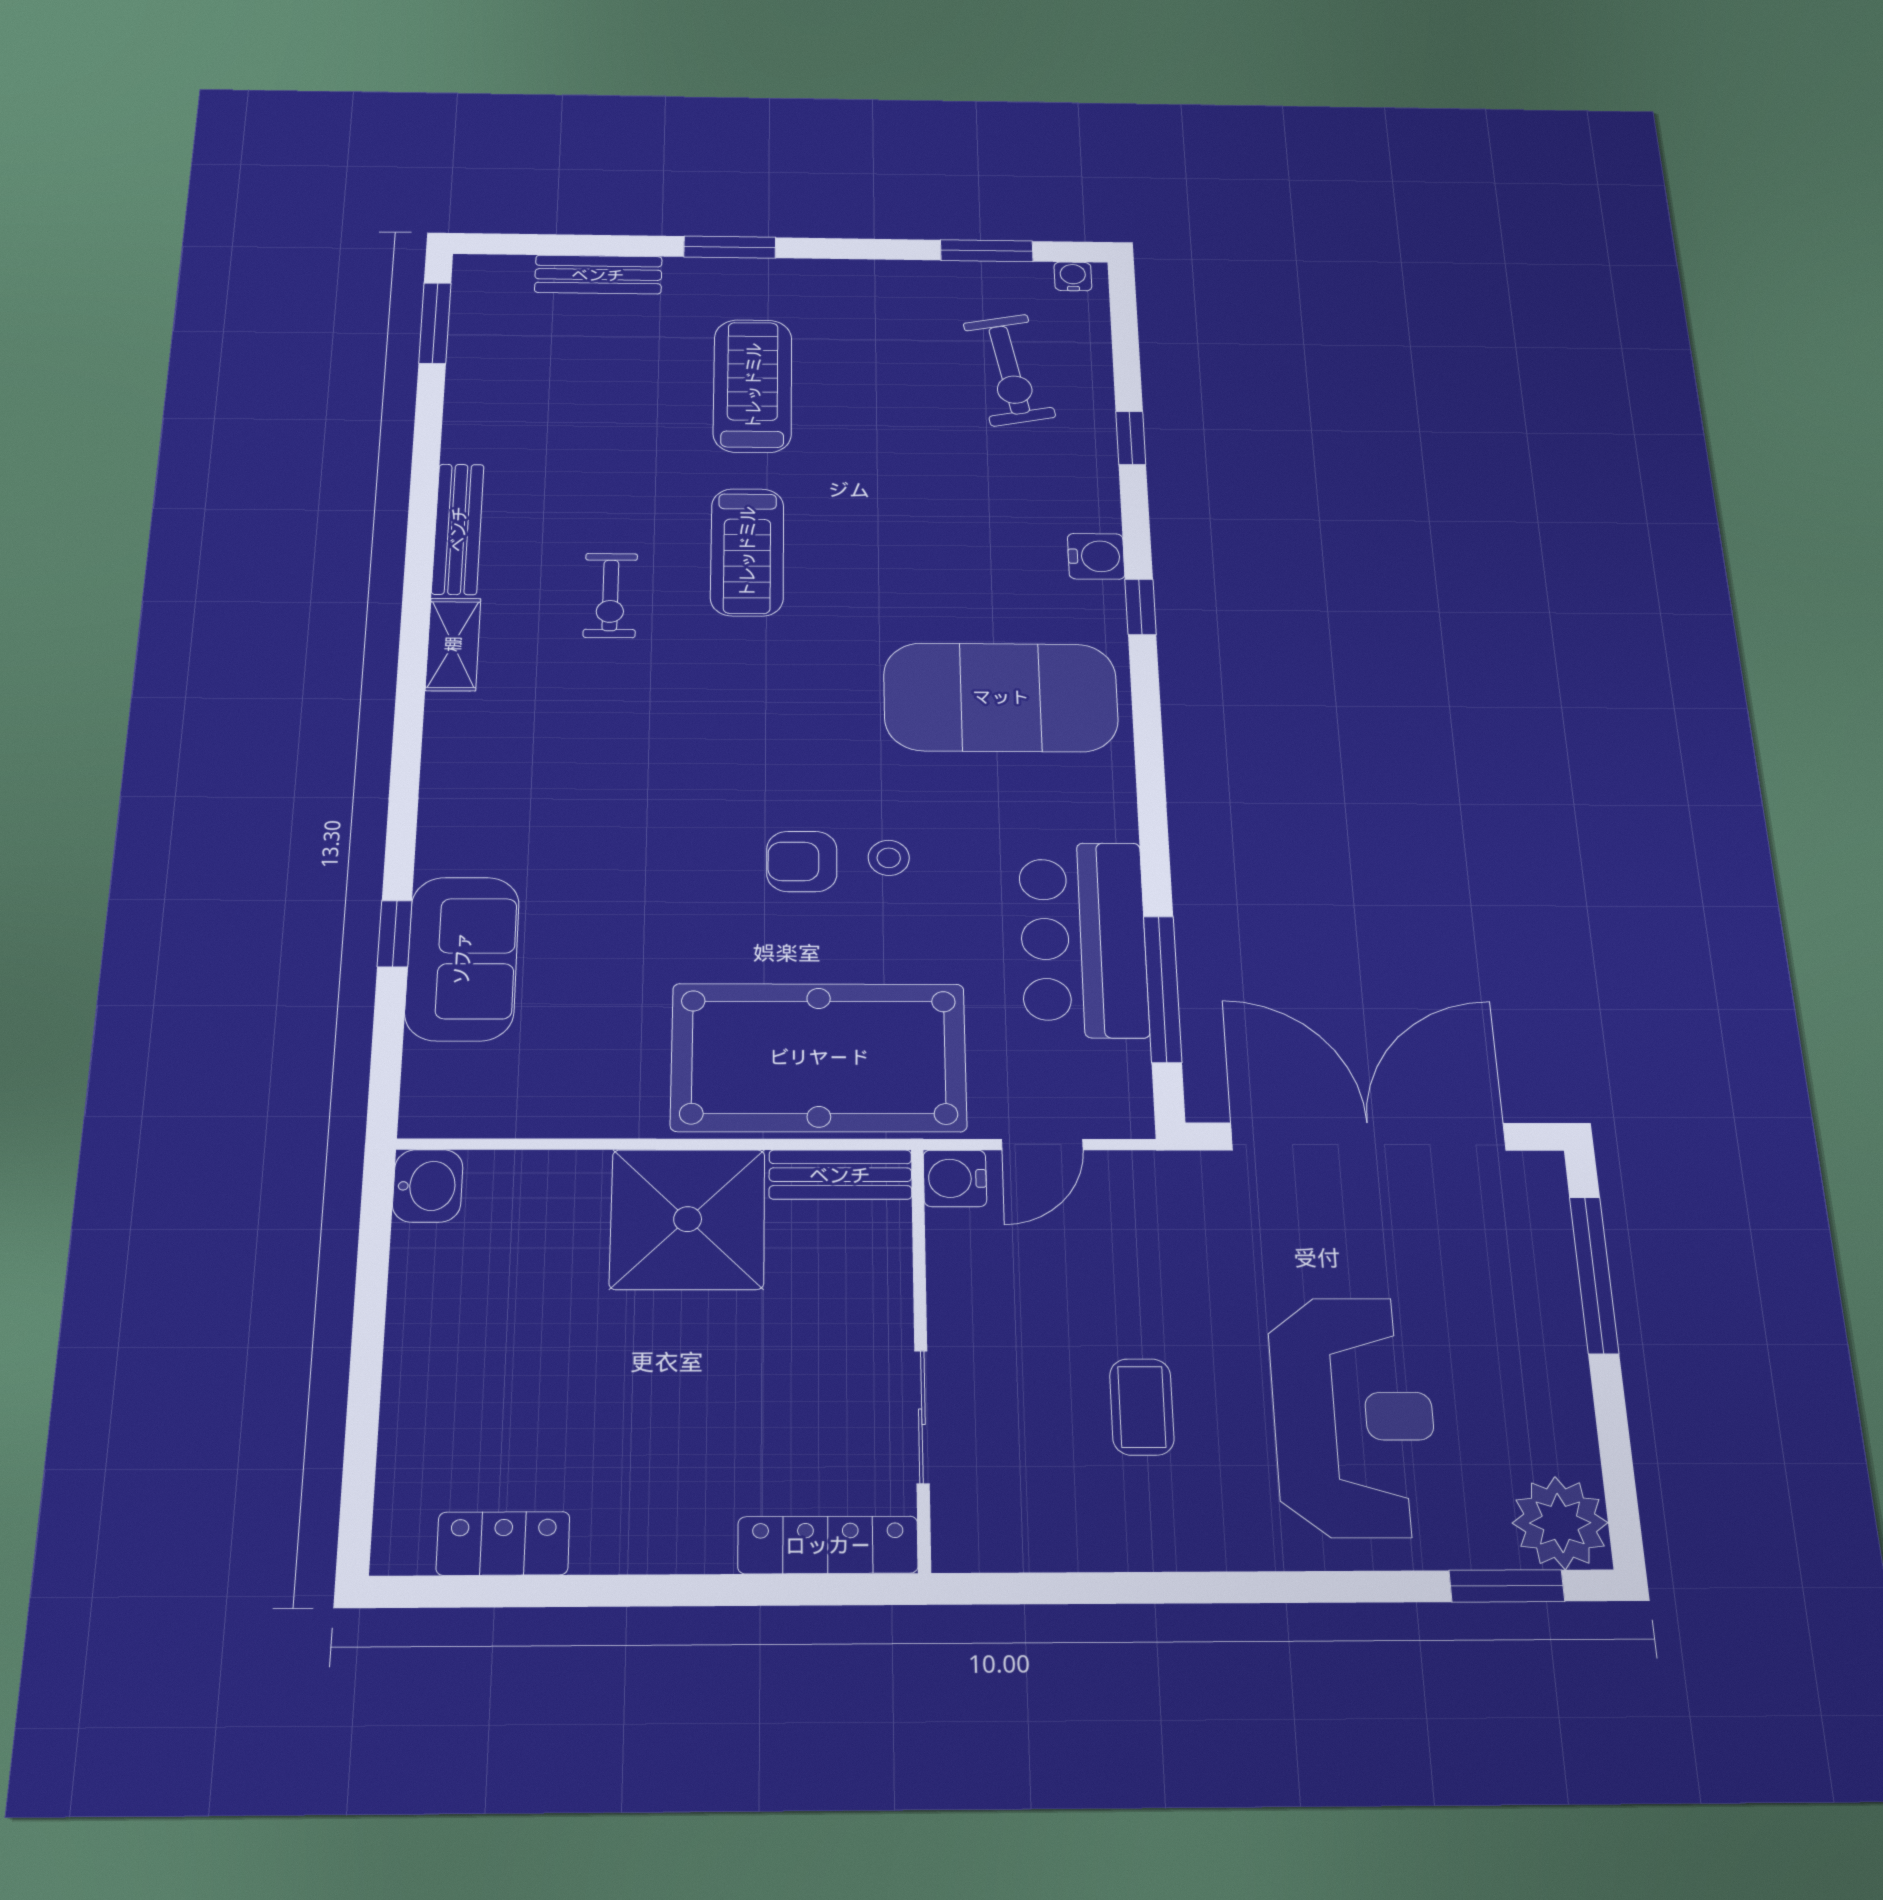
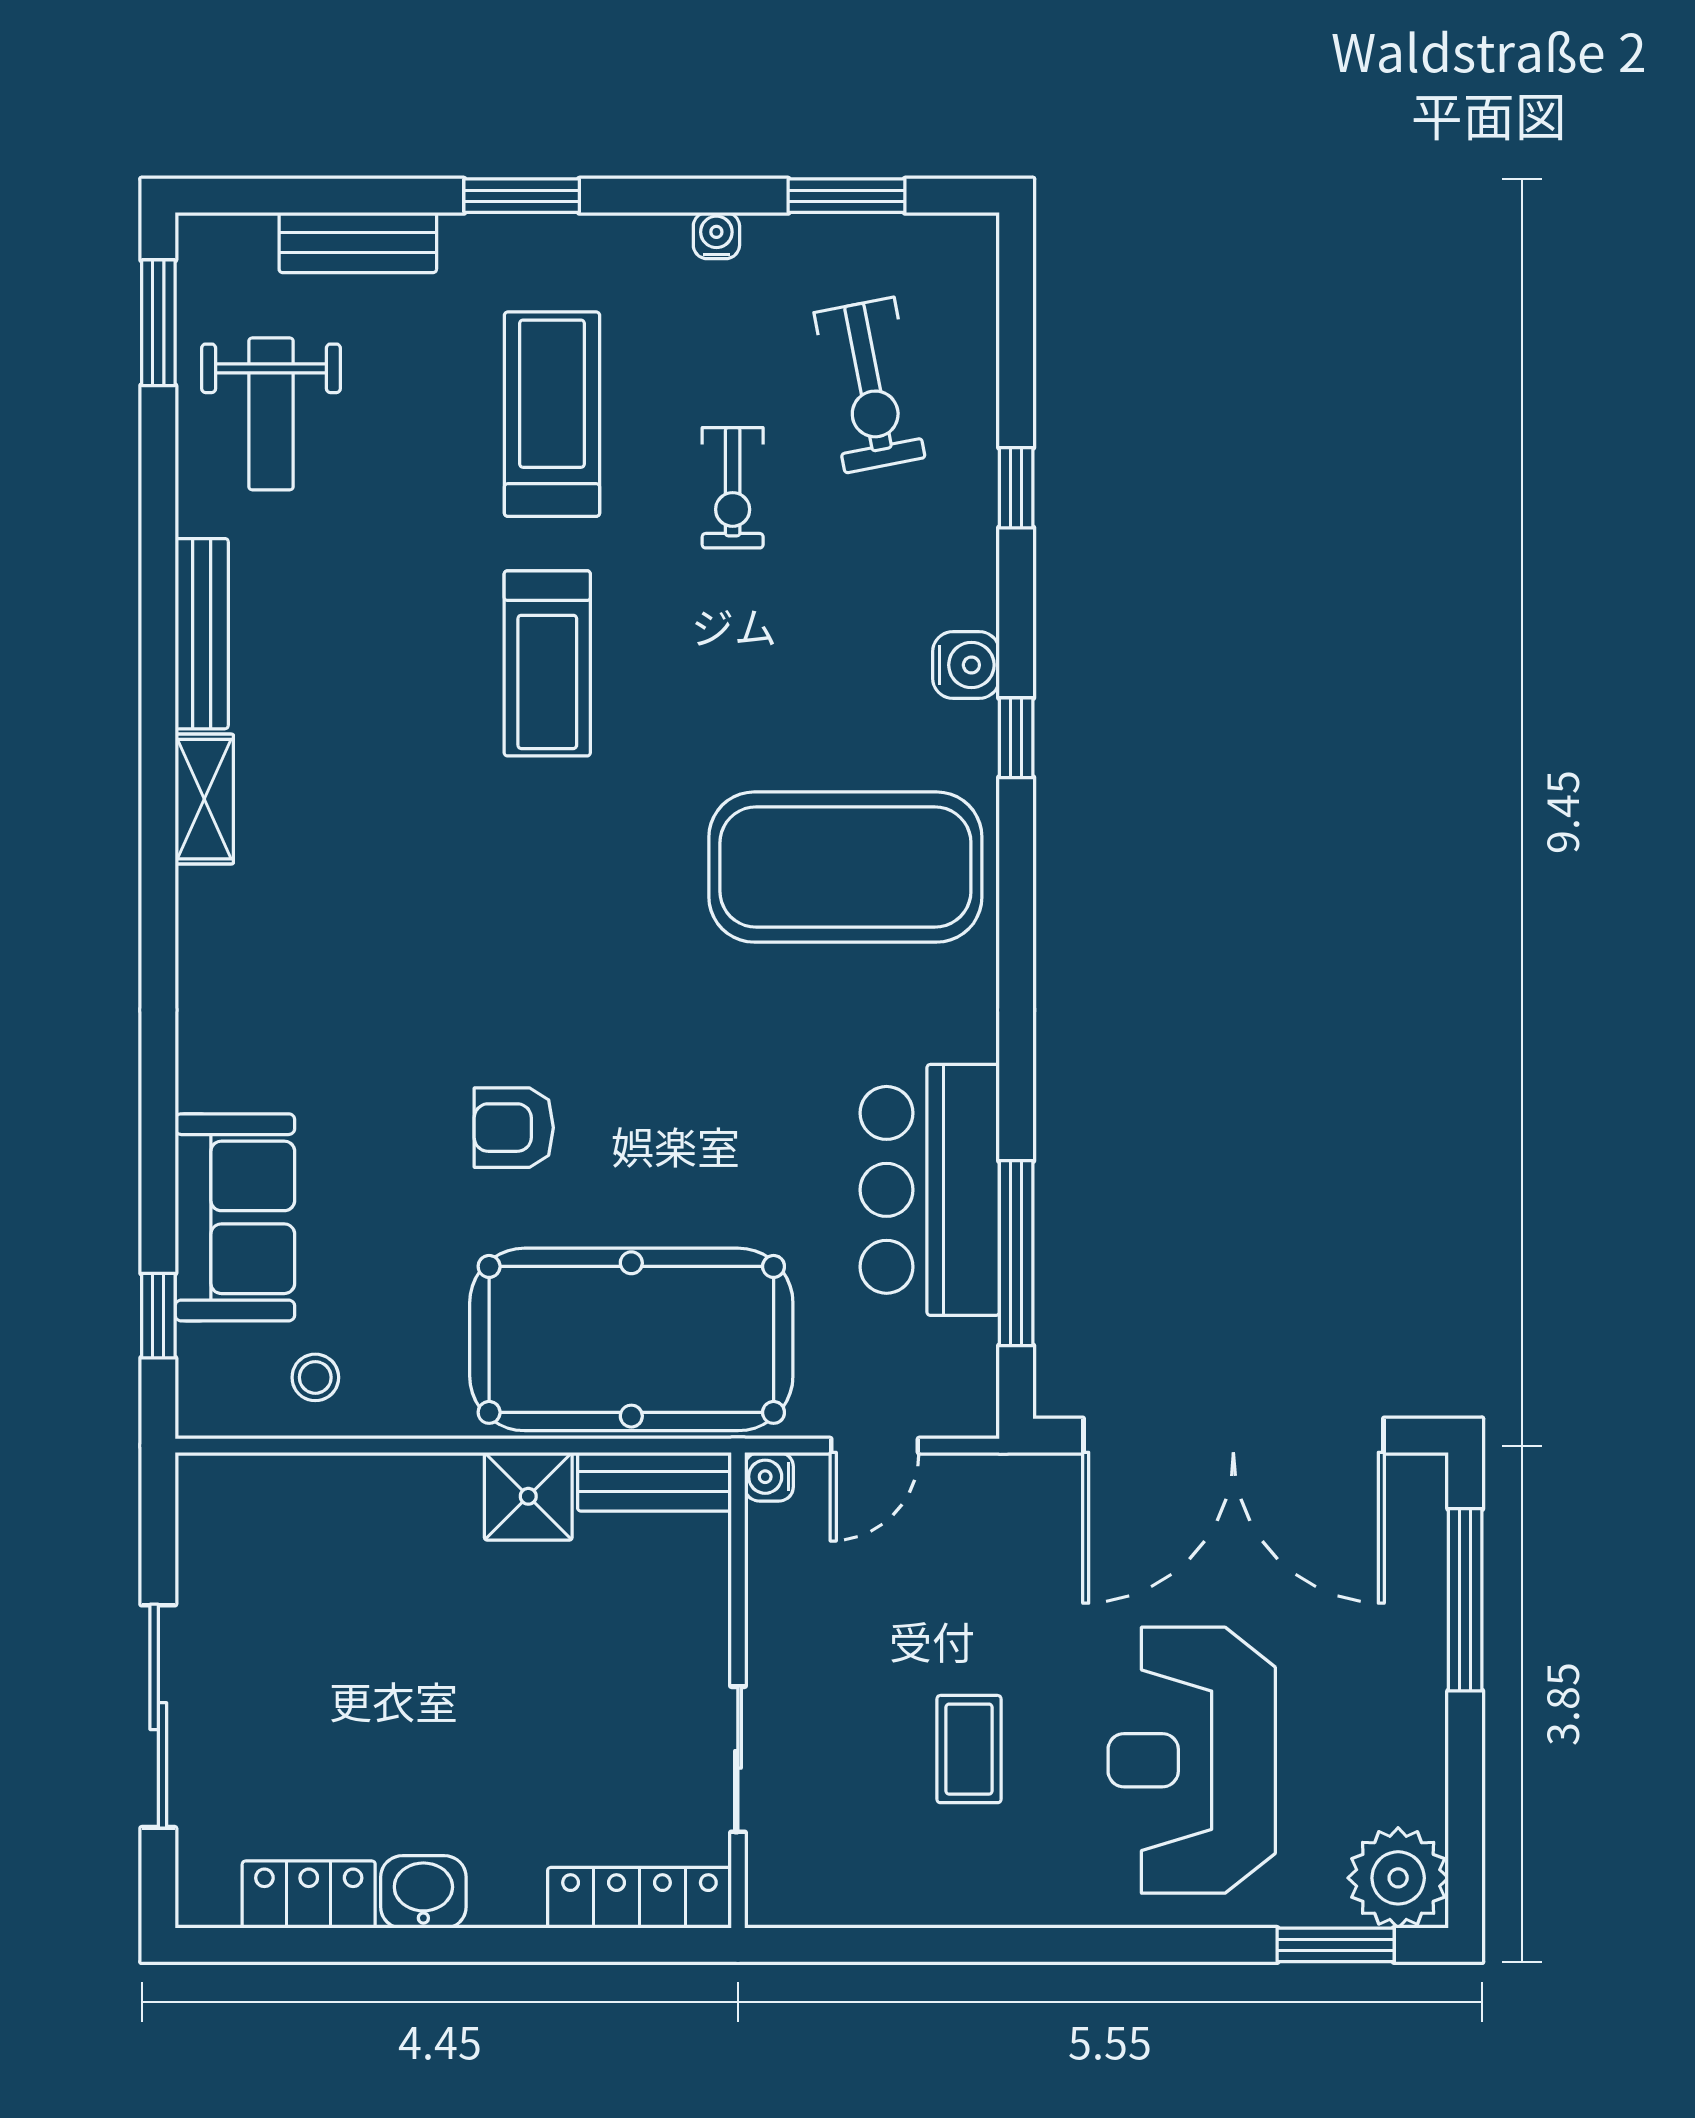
water cooler: (1073, 276) -> (716, 236), moved
weight bench: (523, 383) -> (271, 414), added
exercise bike: (610, 595) -> (733, 488), moved
stool: (889, 858) -> (315, 1377), moved
armchair: (802, 861) -> (514, 1128), moved
window: (395, 934) -> (158, 1316), moved
double door: (1368, 1137) -> (1233, 1436), swing flipped
water cooler: (955, 1178) -> (769, 1477), width x0.72, depth x0.72
washbasin: (428, 1186) -> (423, 1892), moved, turned -90
shower: (688, 1219) -> (528, 1496), width x0.54, depth x0.54
sliding door: (365, 1379) -> (158, 1716), added
reception desk: (1353, 1416) -> (1192, 1760), turned 180

